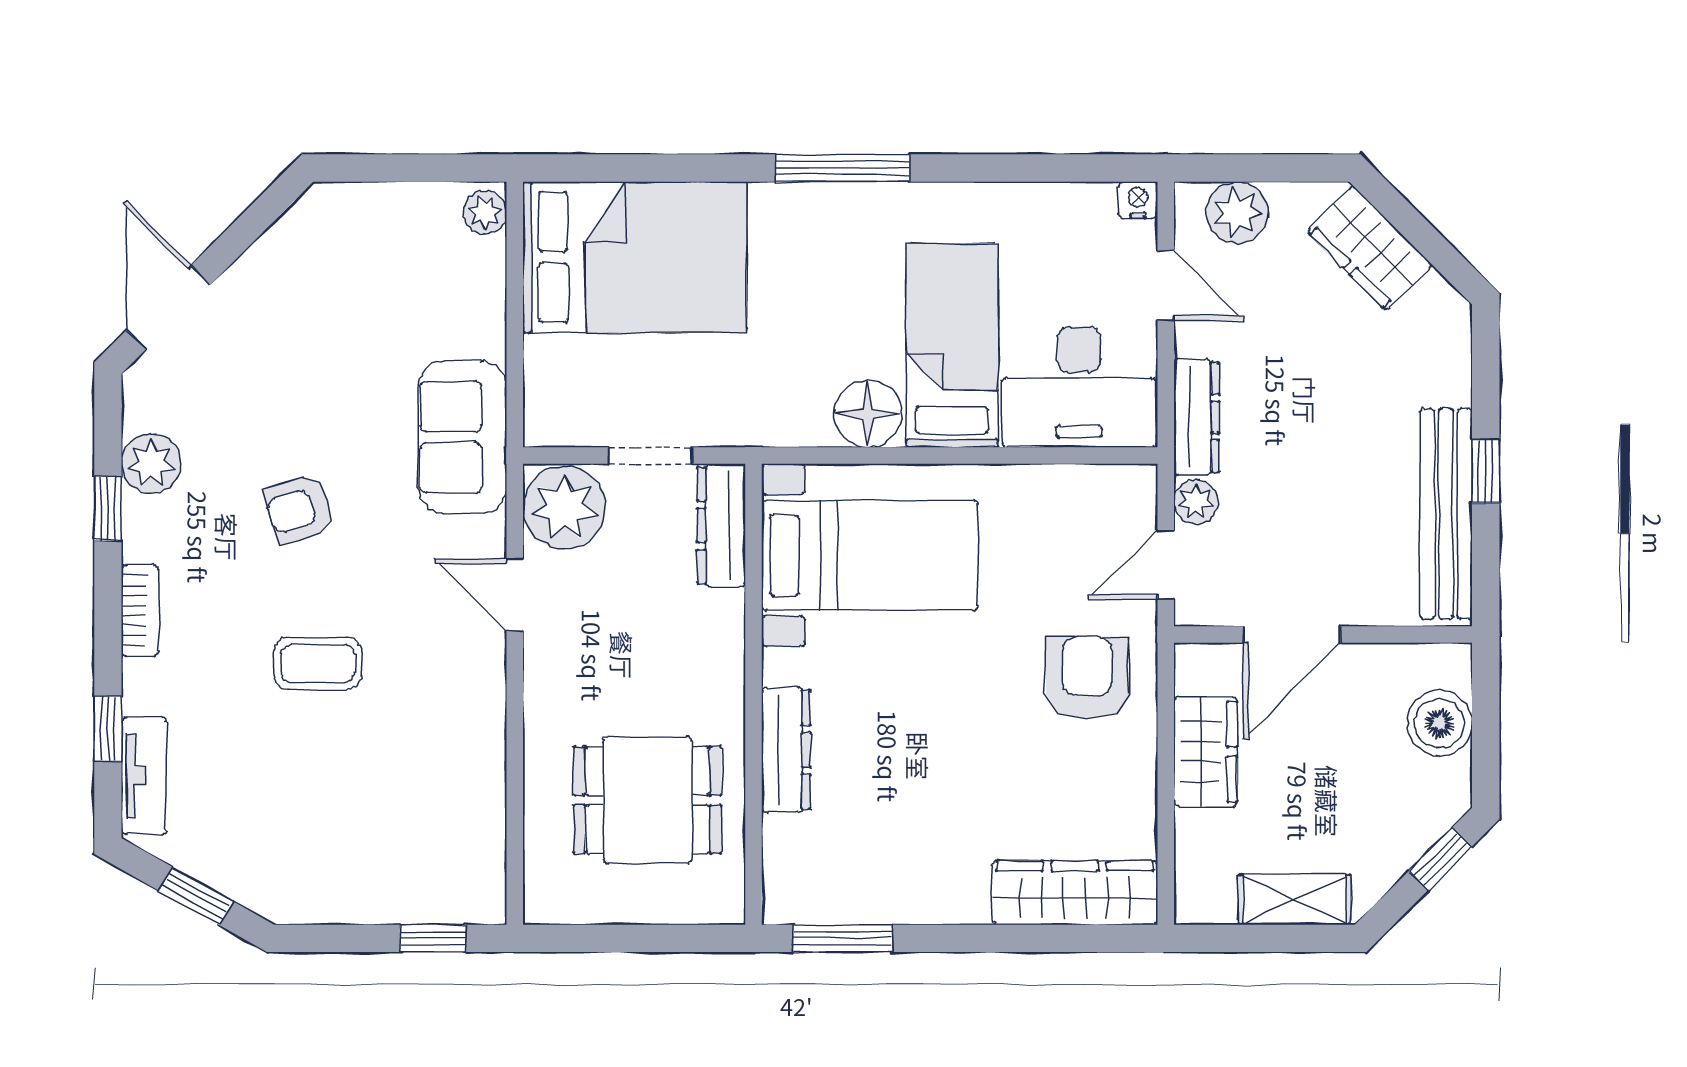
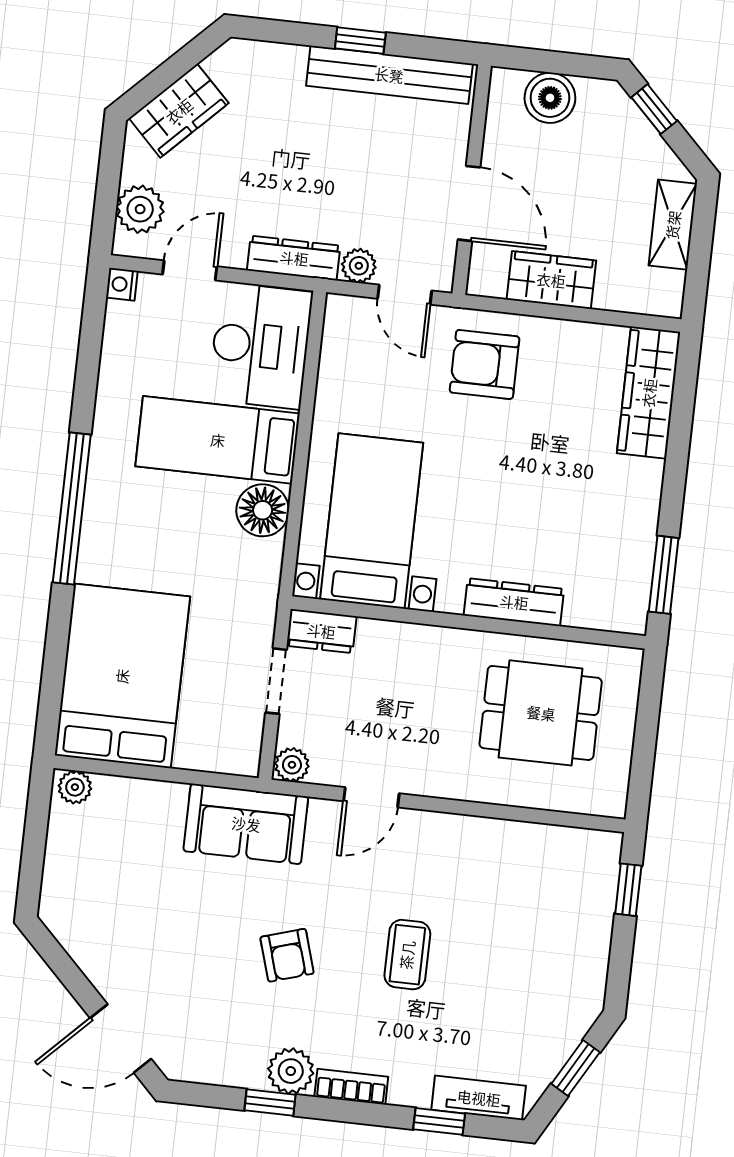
window: (843, 168) -> (72, 509), width x1.46
plant: (151, 463) -> (291, 1071), moved
plant: (564, 507) -> (292, 765), width x0.53, depth x0.53
dresser: (721, 525) -> (321, 631), width x0.70
dining table: (648, 800) -> (541, 713), turned 90

